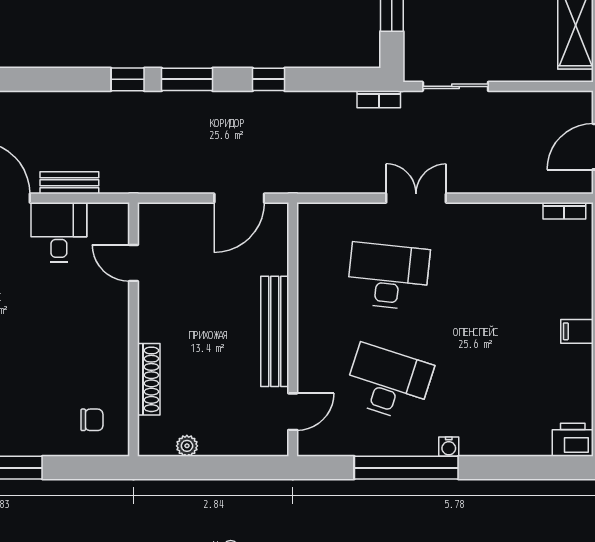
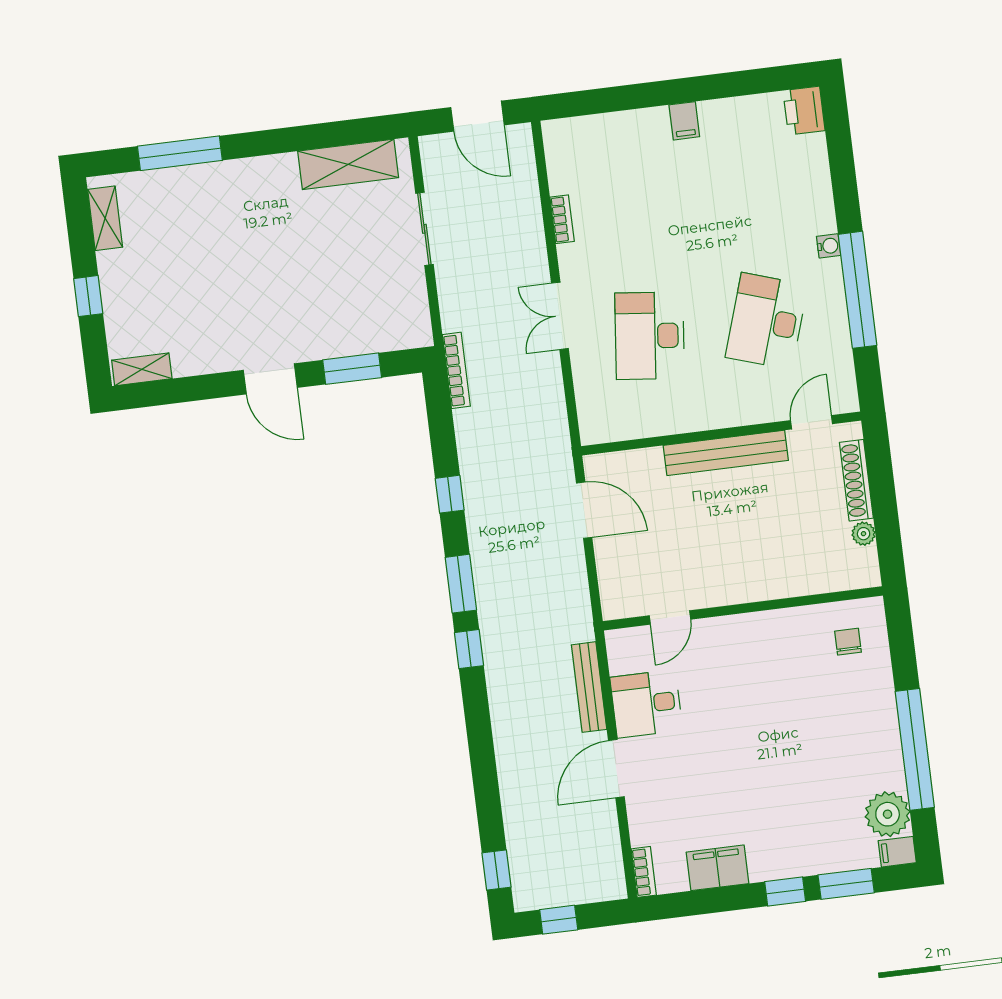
sliding door: (455, 86) -> (424, 229), moved
bookcase: (379, 99) -> (456, 370), width x1.56
bench: (69, 183) -> (589, 687), width x1.36
bookcase: (564, 211) -> (562, 219), moved
shoe rack: (149, 379) -> (856, 480), moved, turned -90
door: (293, 412) -> (812, 422), hinge flipped

